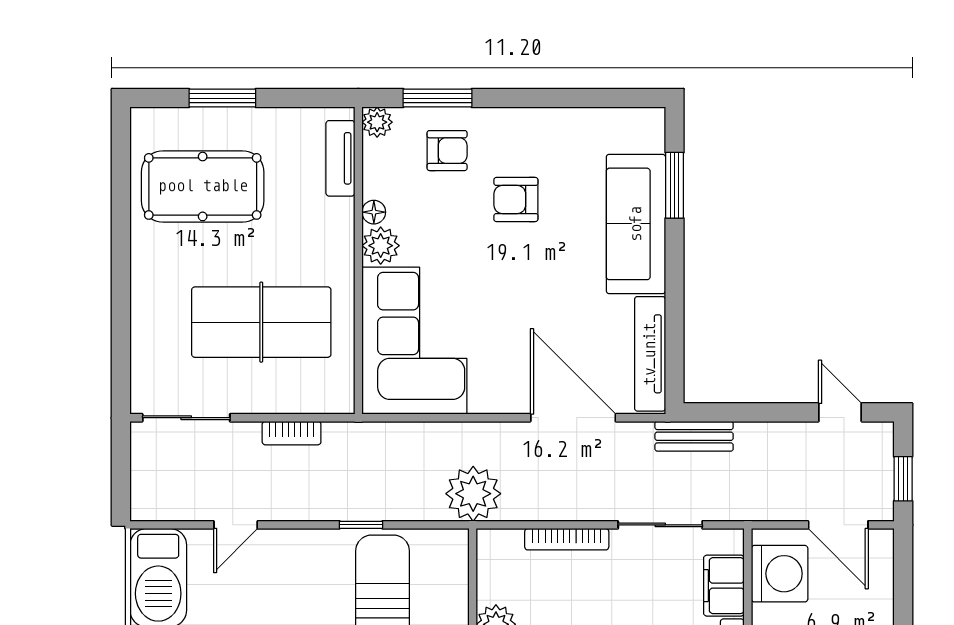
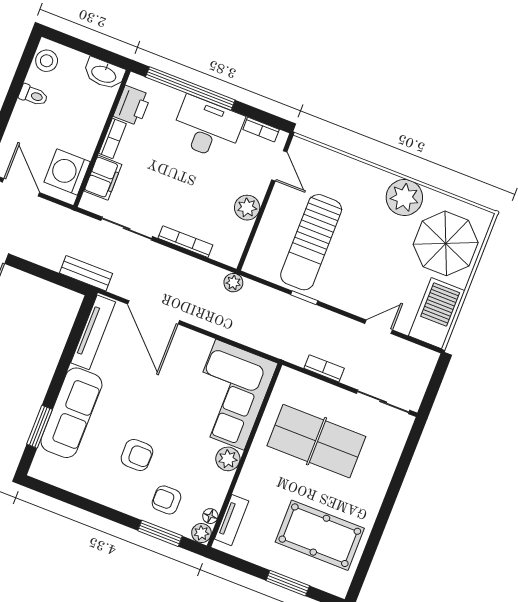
floor lamp: (374, 212) -> (210, 516), moved
plant: (473, 494) -> (233, 283), width x0.53, depth x0.53

